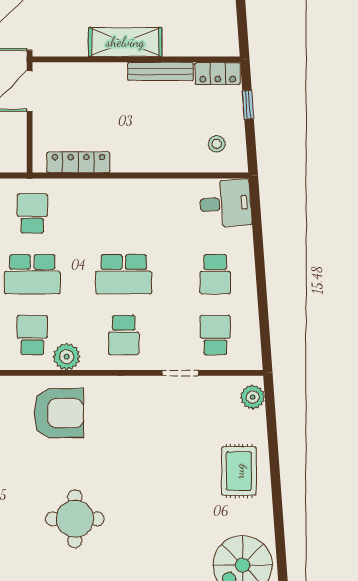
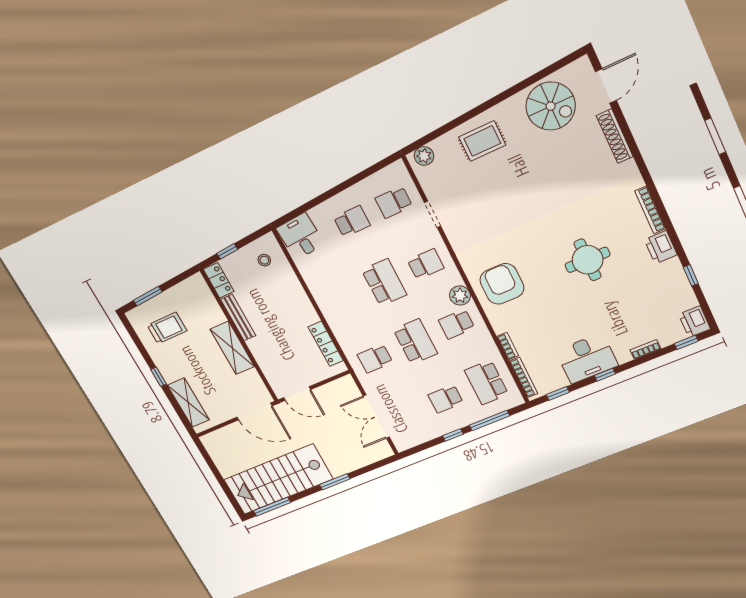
round table: (75, 519) -> (588, 260), moved

